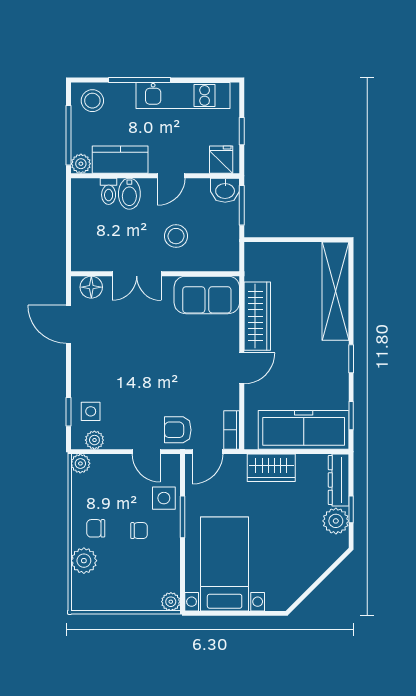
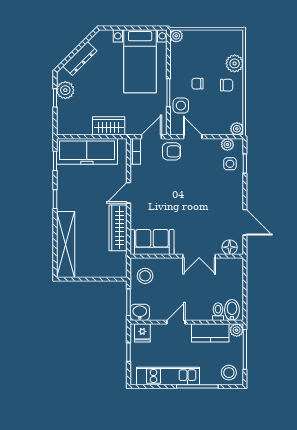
bidet: (129, 194) -> (232, 310), moved
stool: (176, 236) -> (145, 276), moved
double door: (137, 274) -> (199, 256), swing flipped
dresser: (339, 480) -> (80, 59), moved, turned 45

